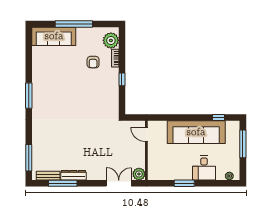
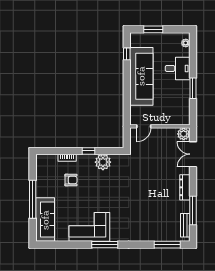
plant: (111, 40) -> (103, 162), moved
corner sofa: (46, 80) -> (89, 227), added
window: (243, 144) -> (153, 29), width x0.69
dresser: (73, 175) -> (185, 187), moved

